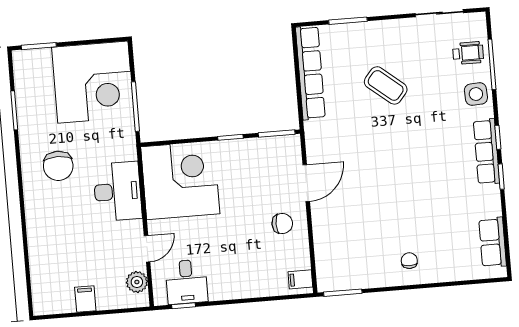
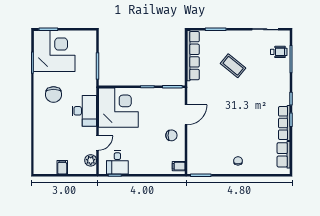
corner desk: (93, 82) -> (54, 51), moved, turned -90
side table: (476, 94) -> (281, 74), removed
row of seats: (486, 152) -> (284, 123), moved

